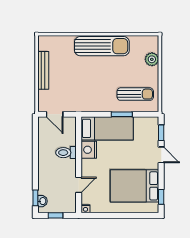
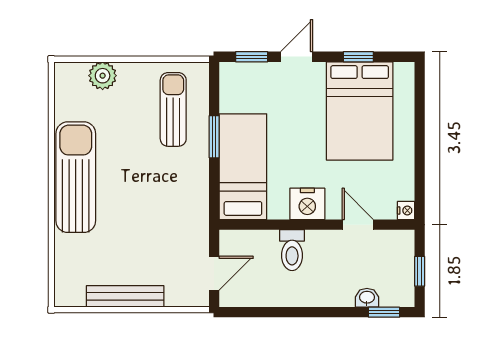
nightstand: (89, 150) -> (307, 204), moved
window: (161, 197) -> (358, 57), moved
washbasin: (43, 201) -> (367, 298), moved

